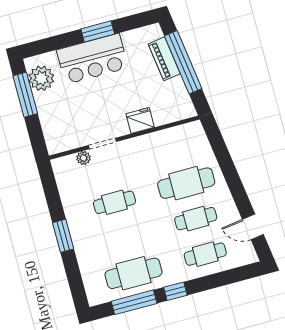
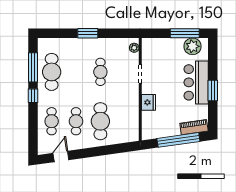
piano: (164, 59) -> (194, 127), moved
plant: (83, 158) -> (134, 48), moved

